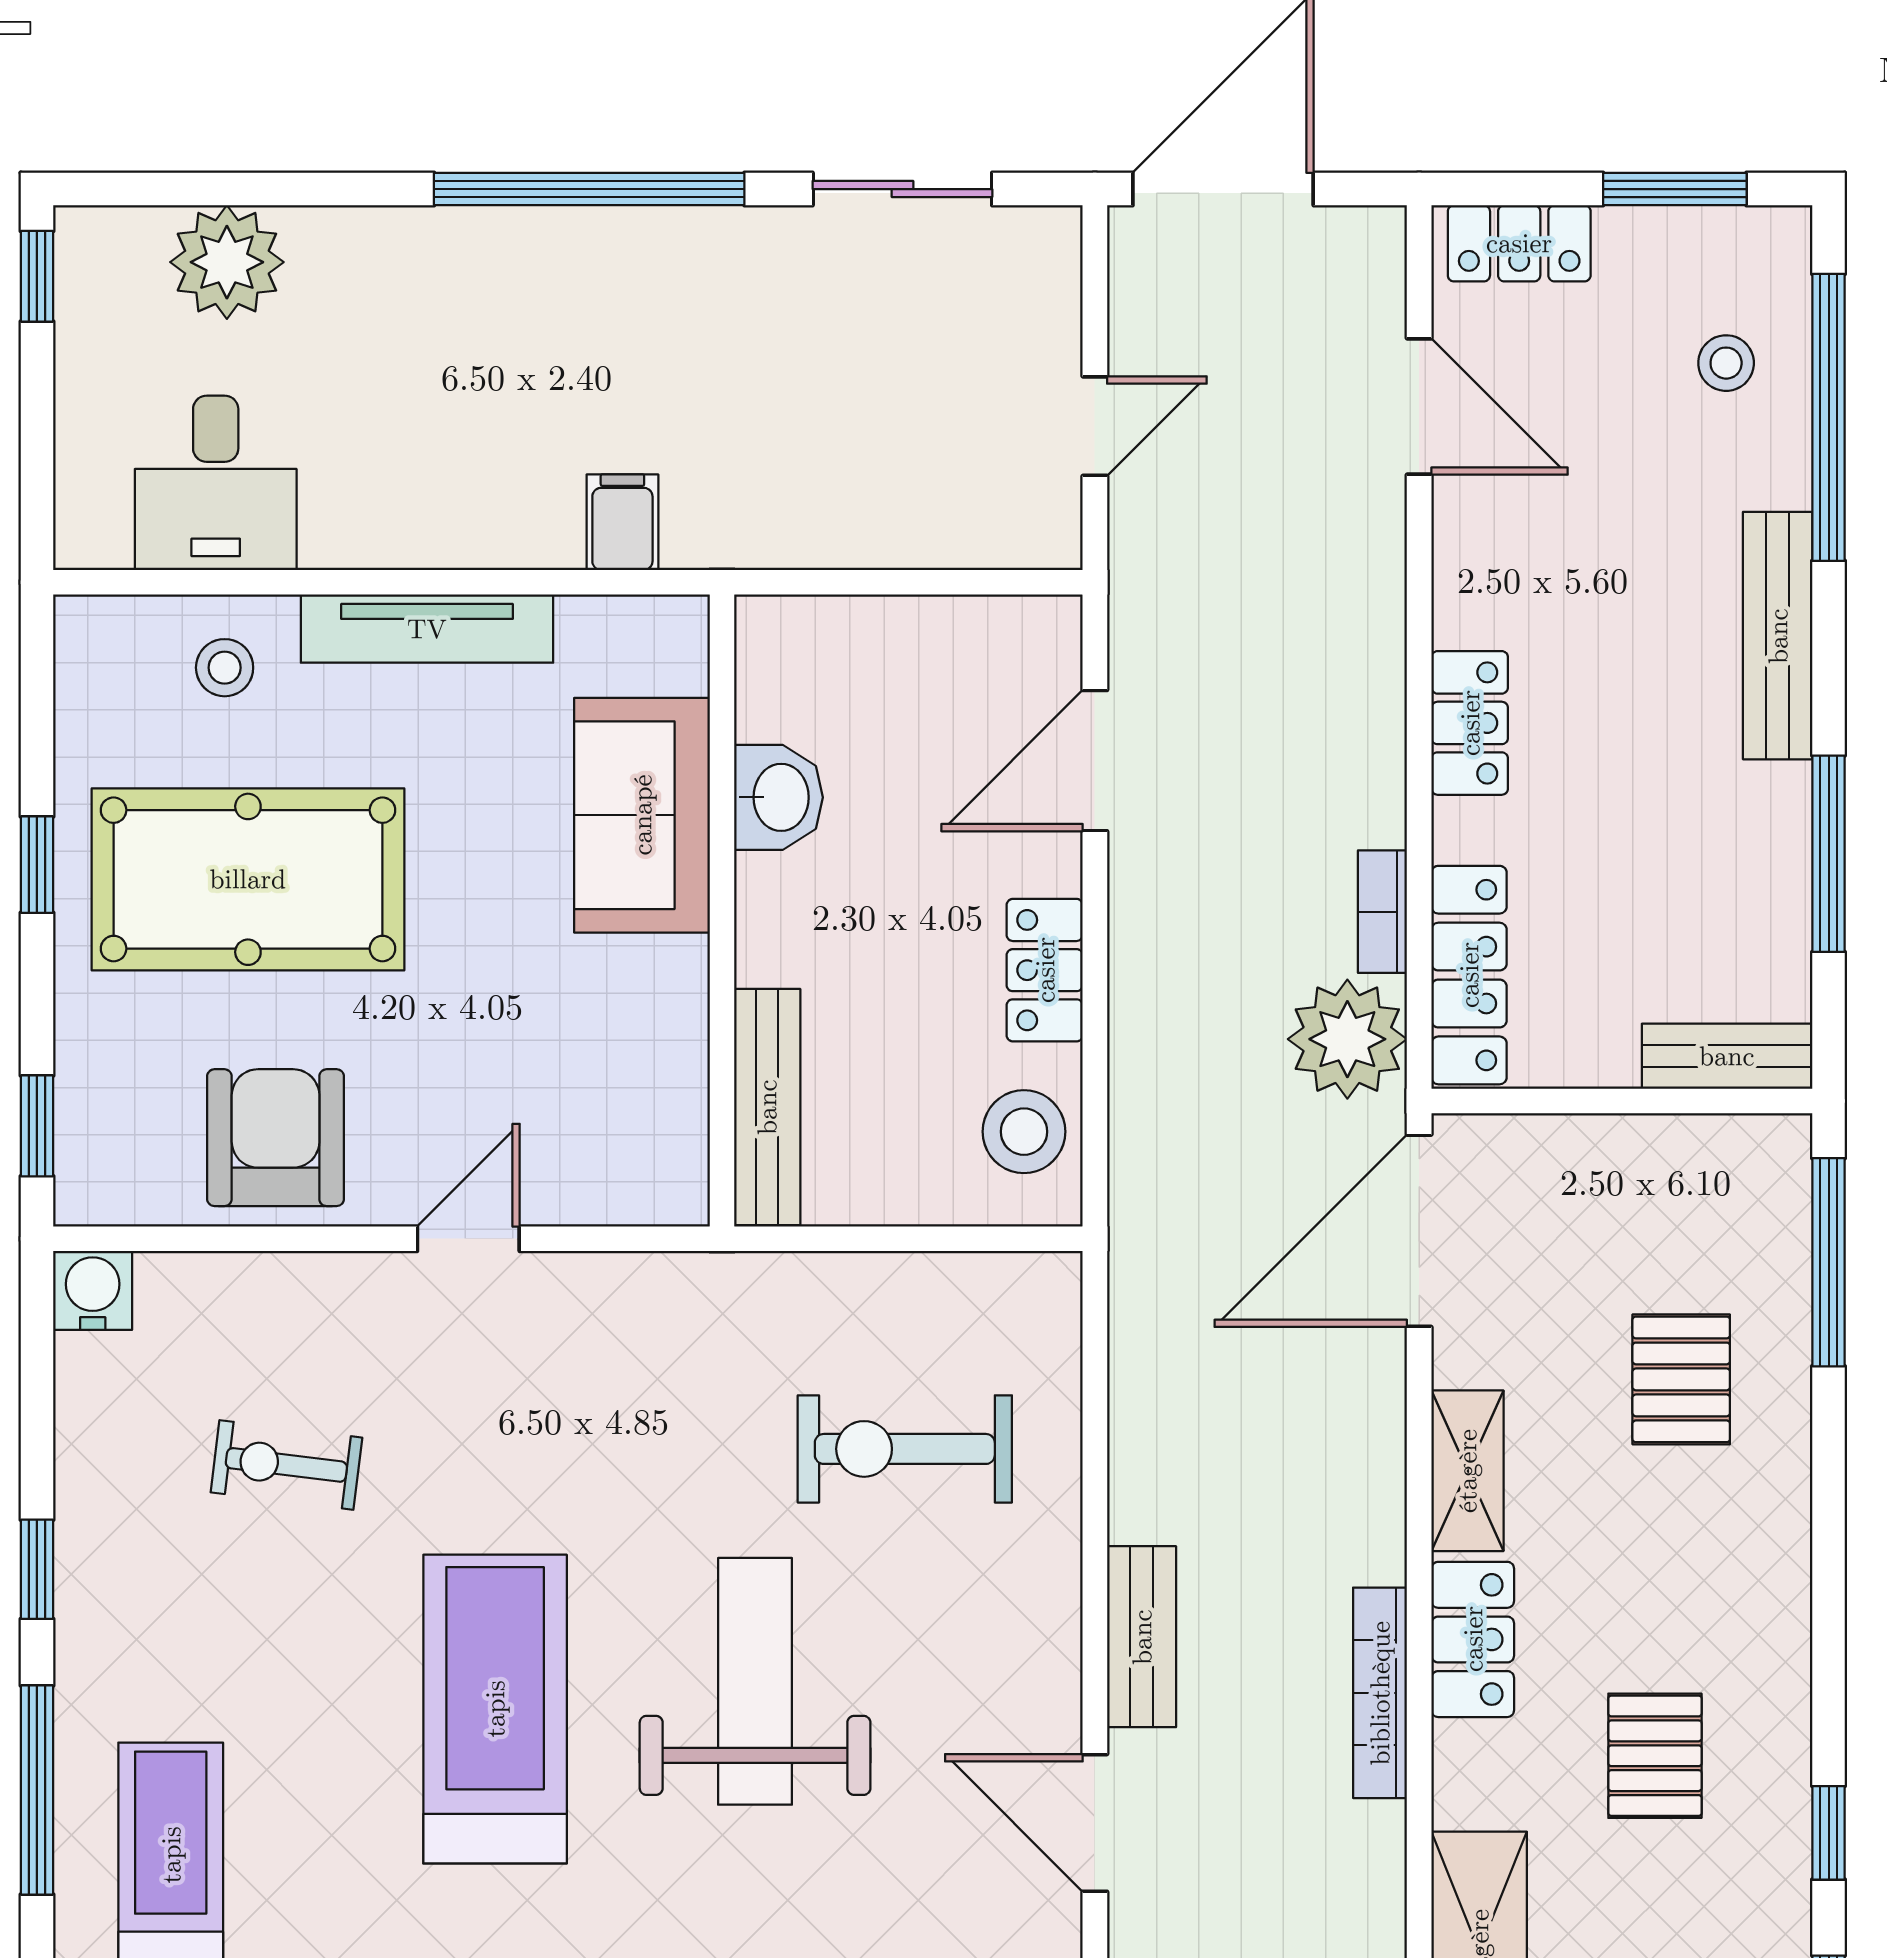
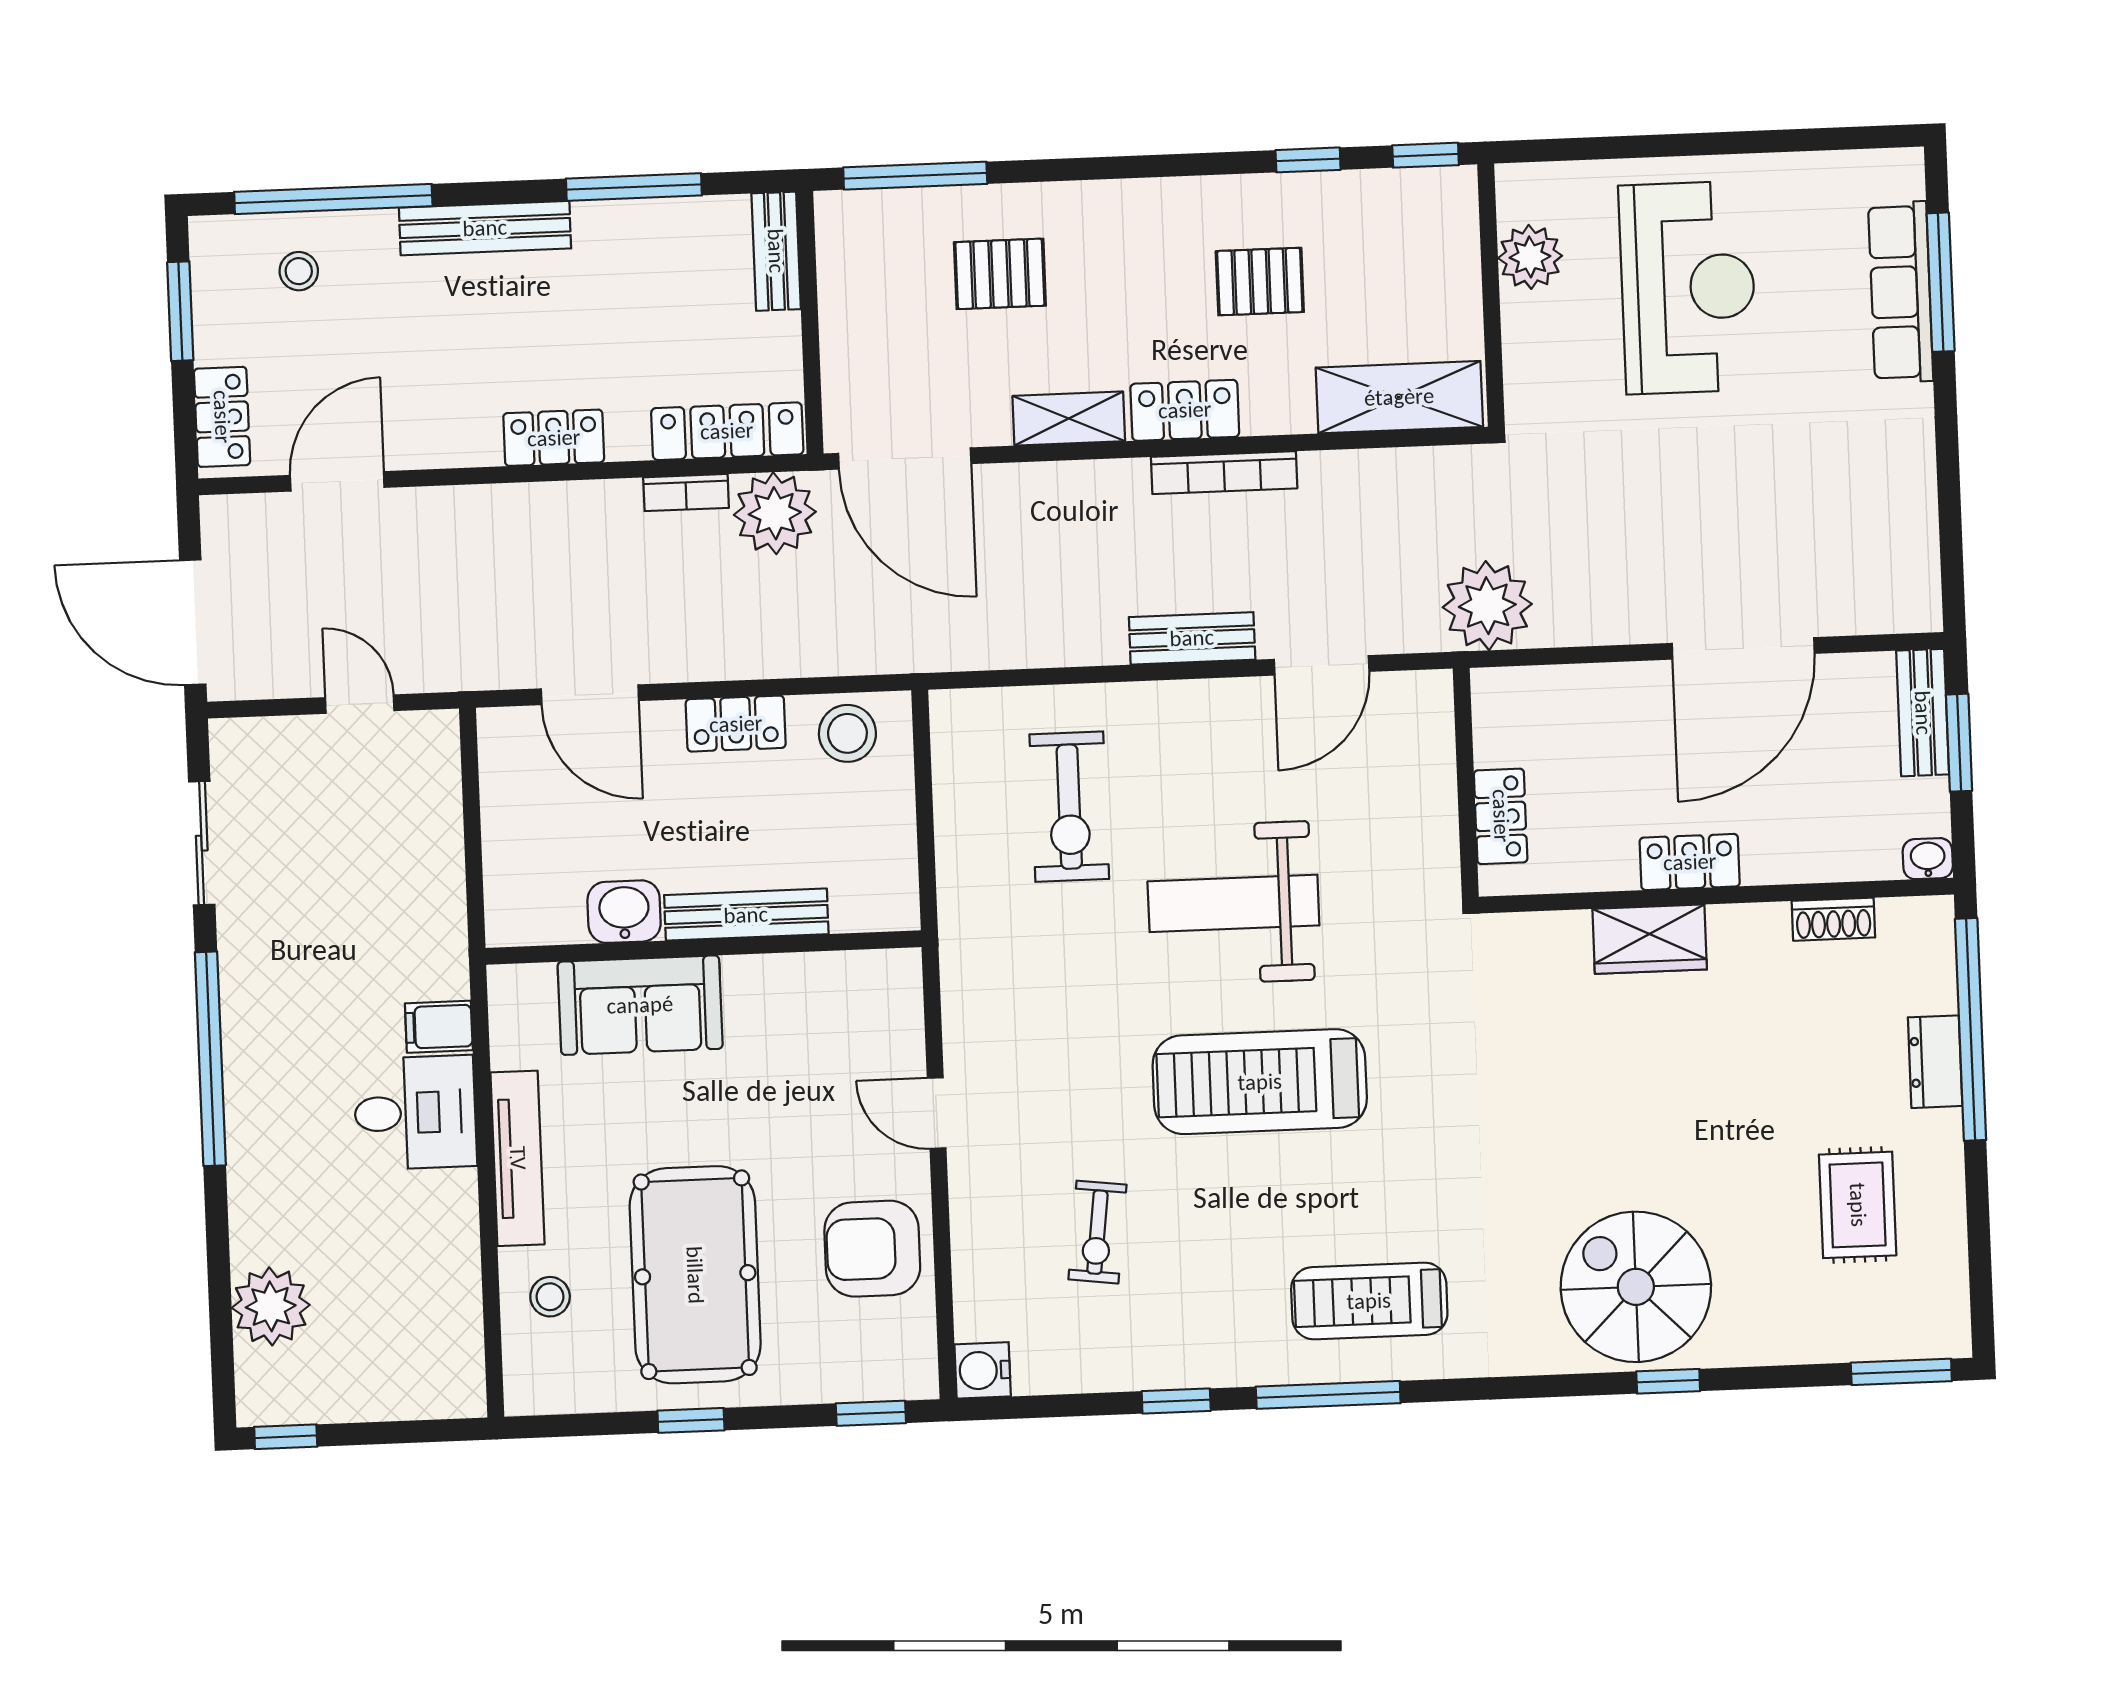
desk: (216, 483) -> (415, 1113), moved
bench: (767, 1107) -> (746, 915), moved

